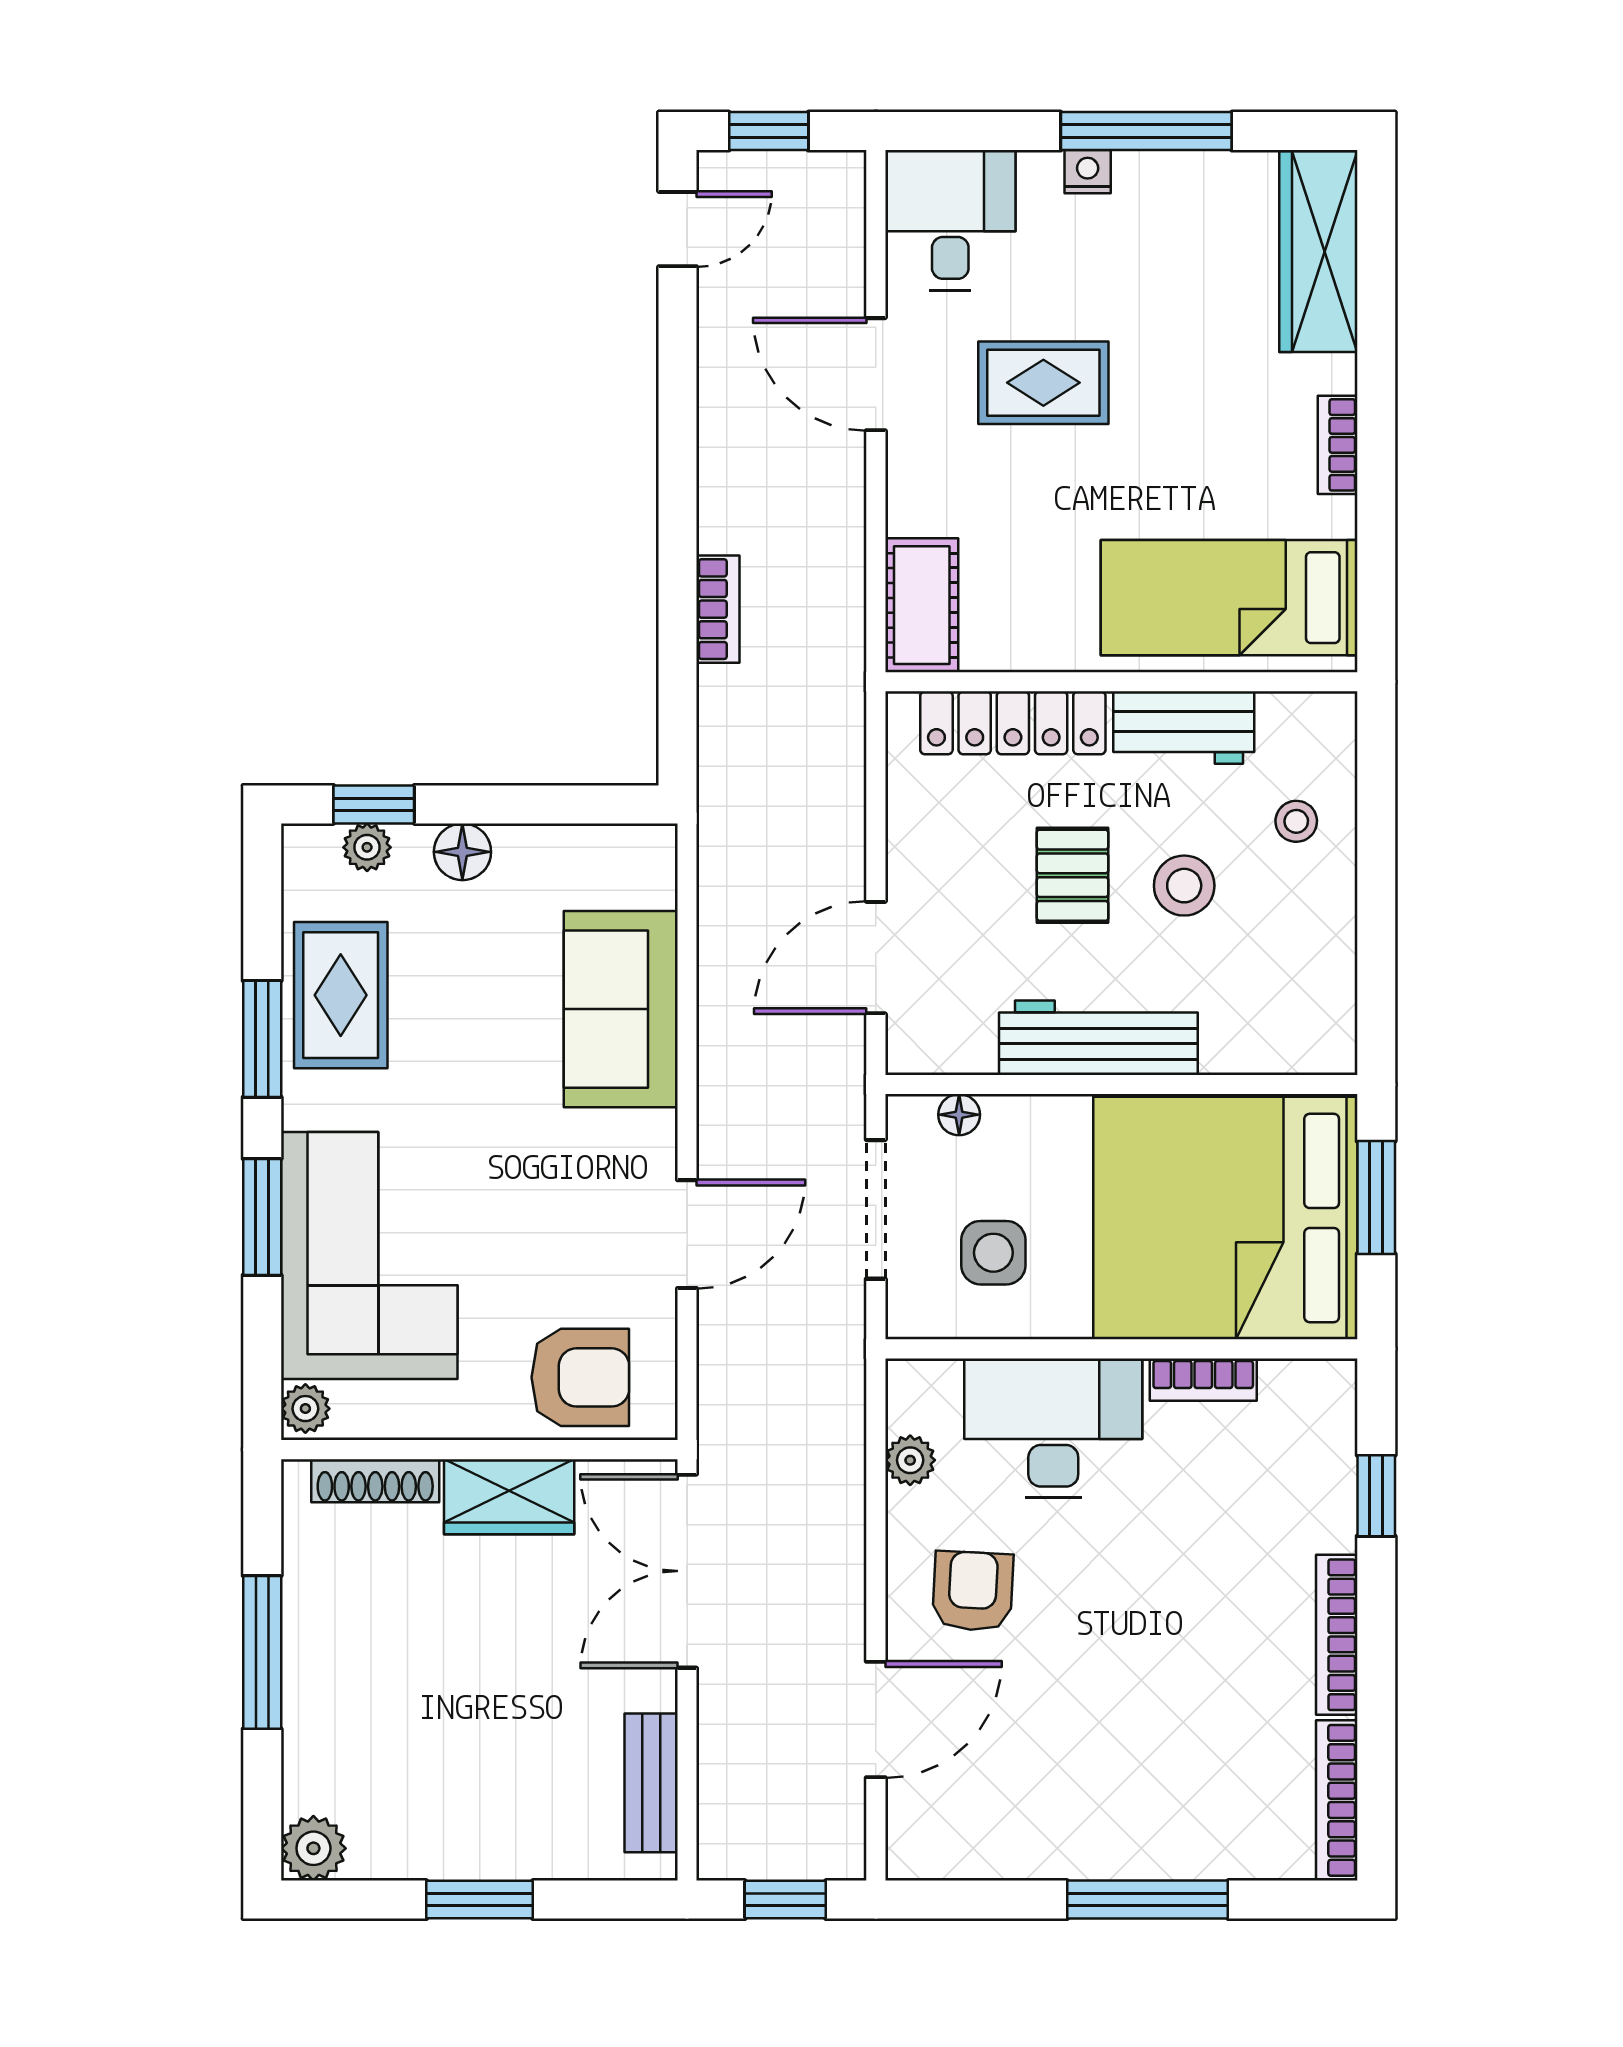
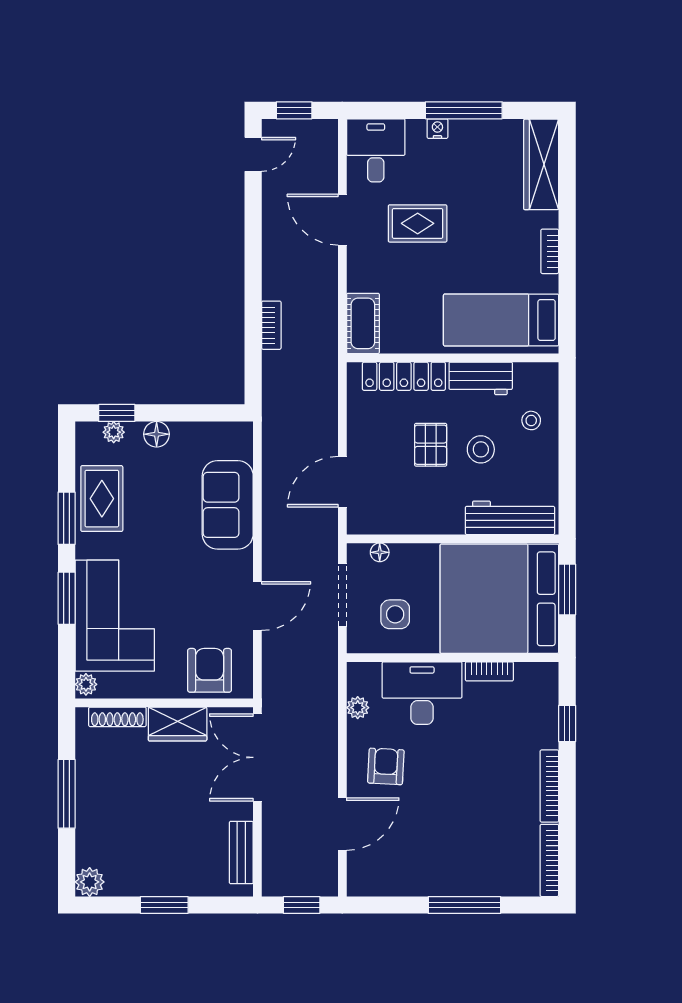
workbench: (1098, 1038) -> (510, 518), moved
armchair: (580, 1377) -> (210, 670), turned -90

